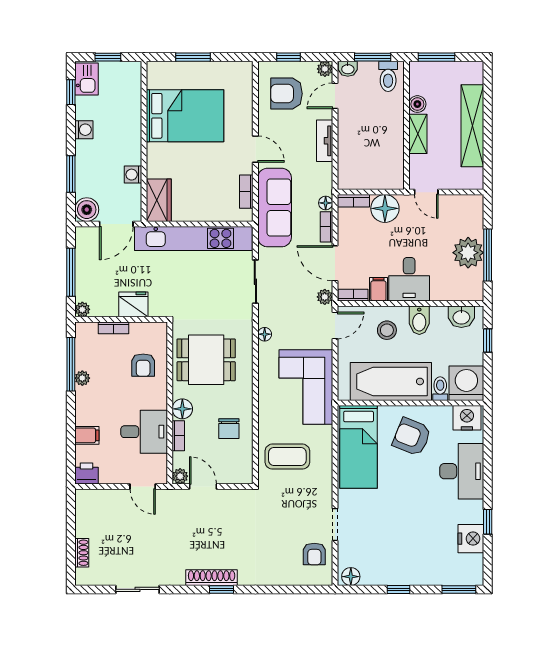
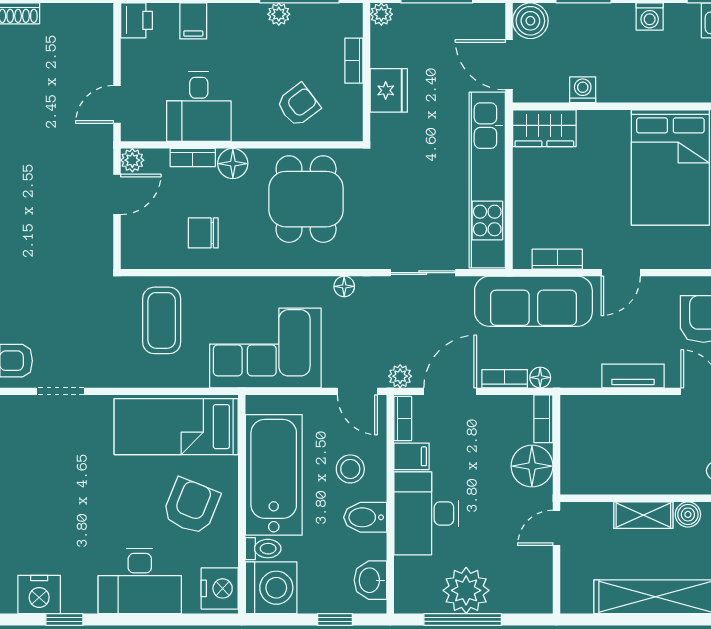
desk: (409, 279) -> (426, 513), width x1.37
armchair: (143, 365) -> (298, 105), turned 143

